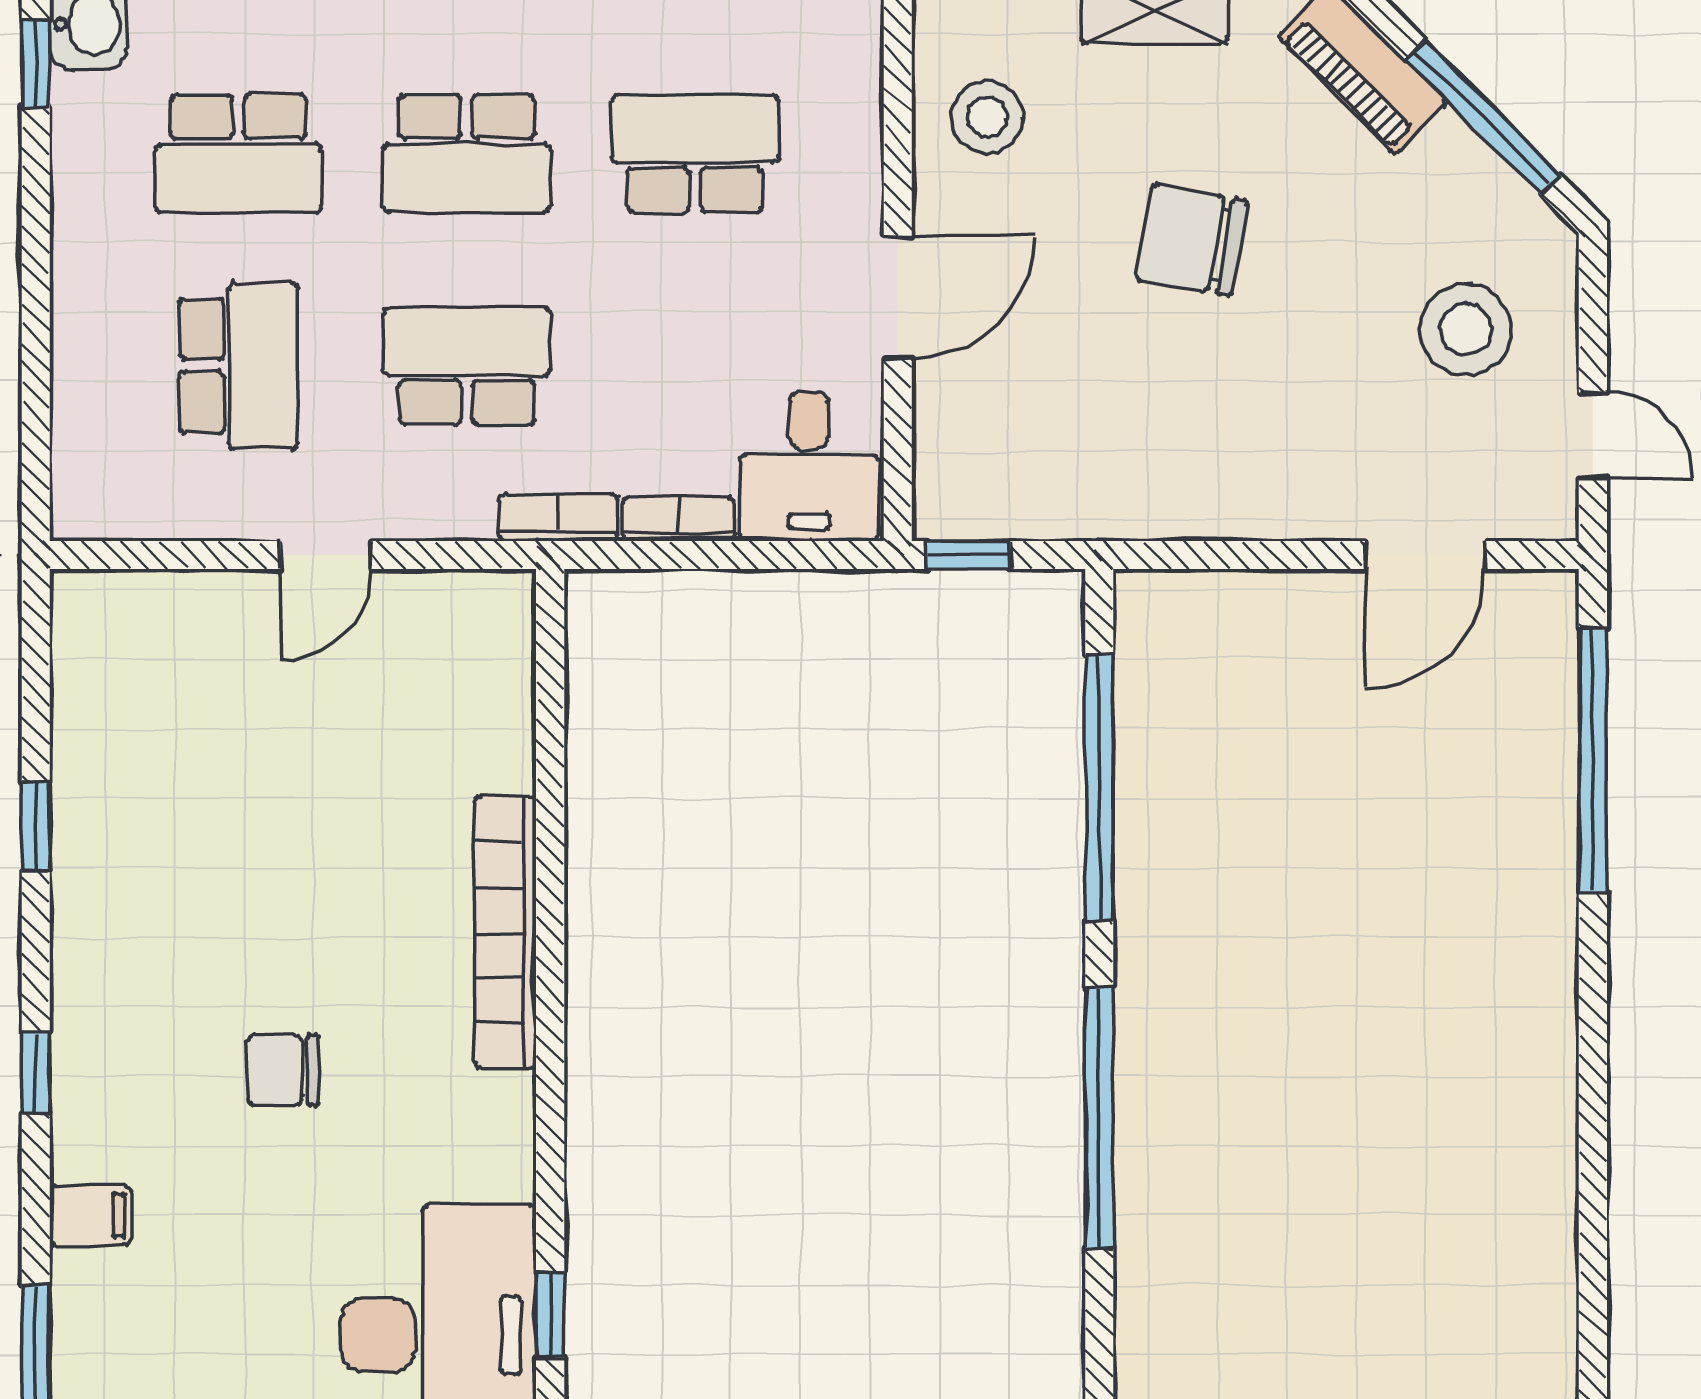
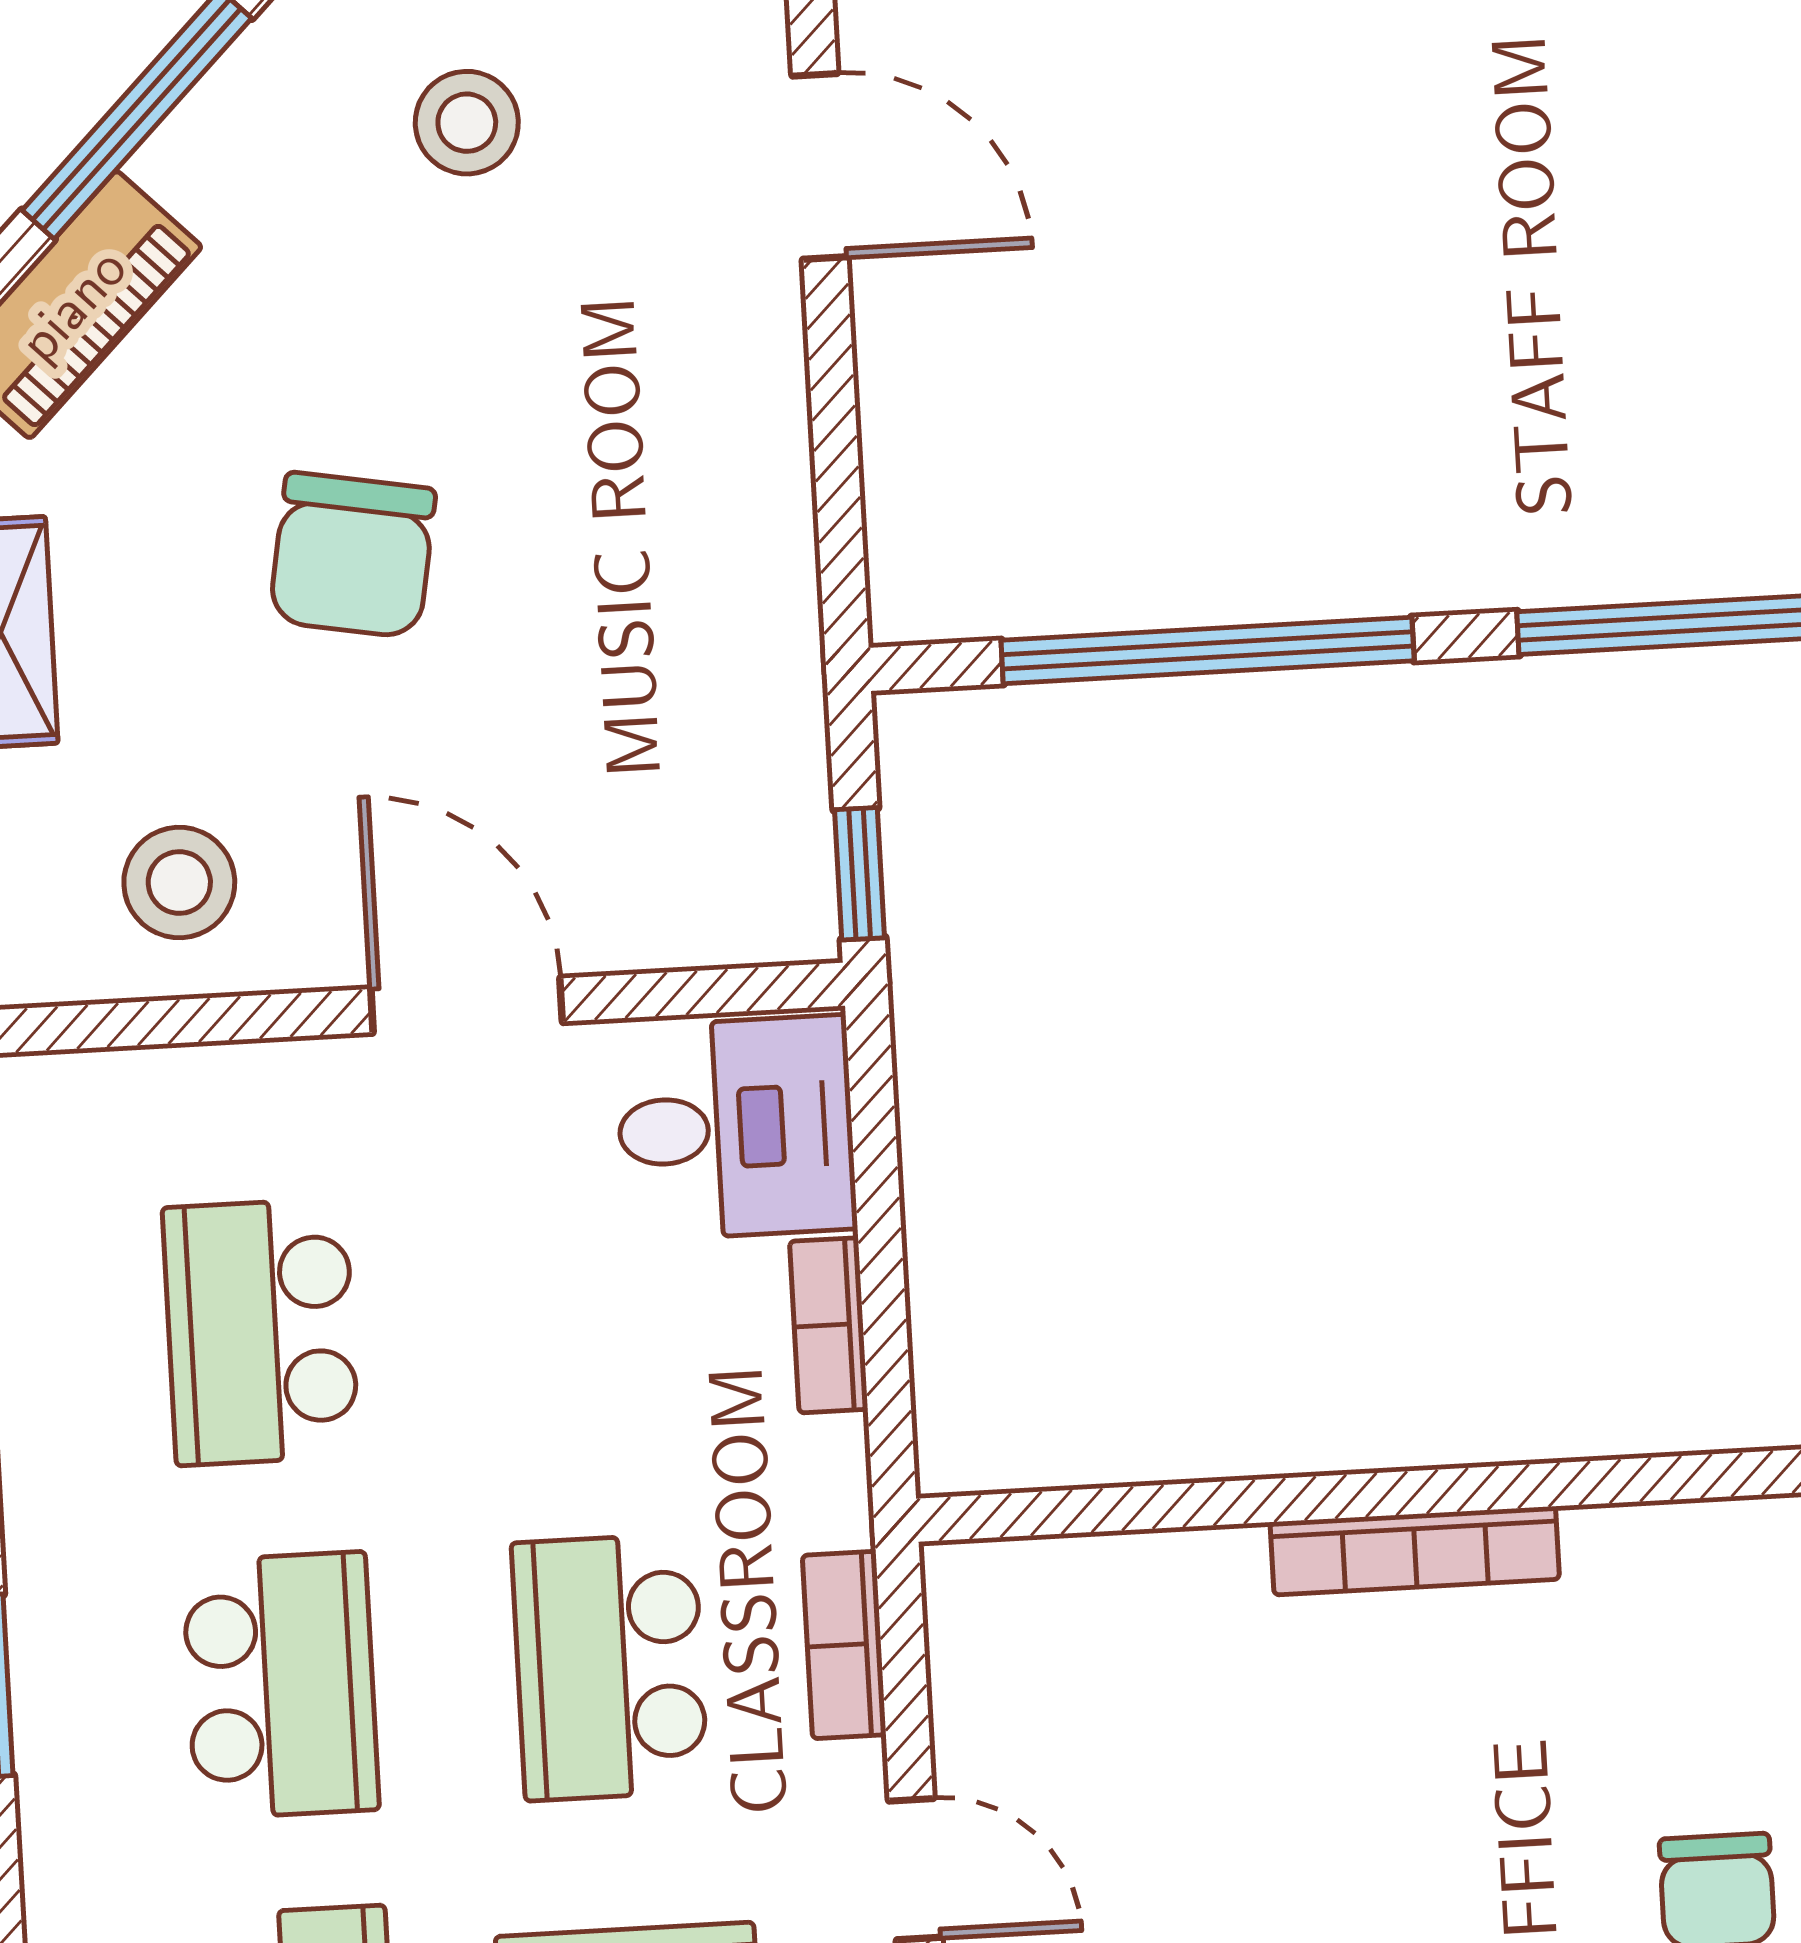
stool: (1466, 329) -> (467, 123), width x0.73, depth x0.73
bookcase: (558, 517) -> (844, 1645), moved
bookcase: (505, 932) -> (1415, 1551), width x0.68, depth x0.76

